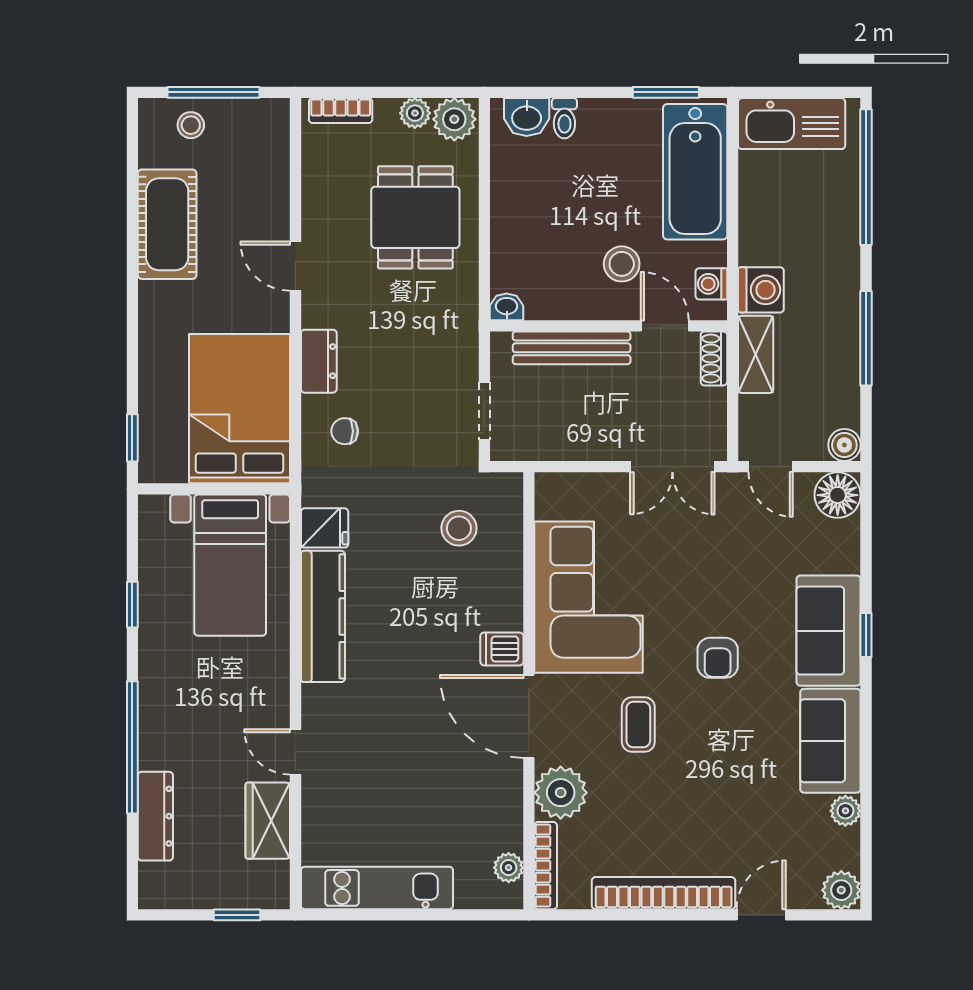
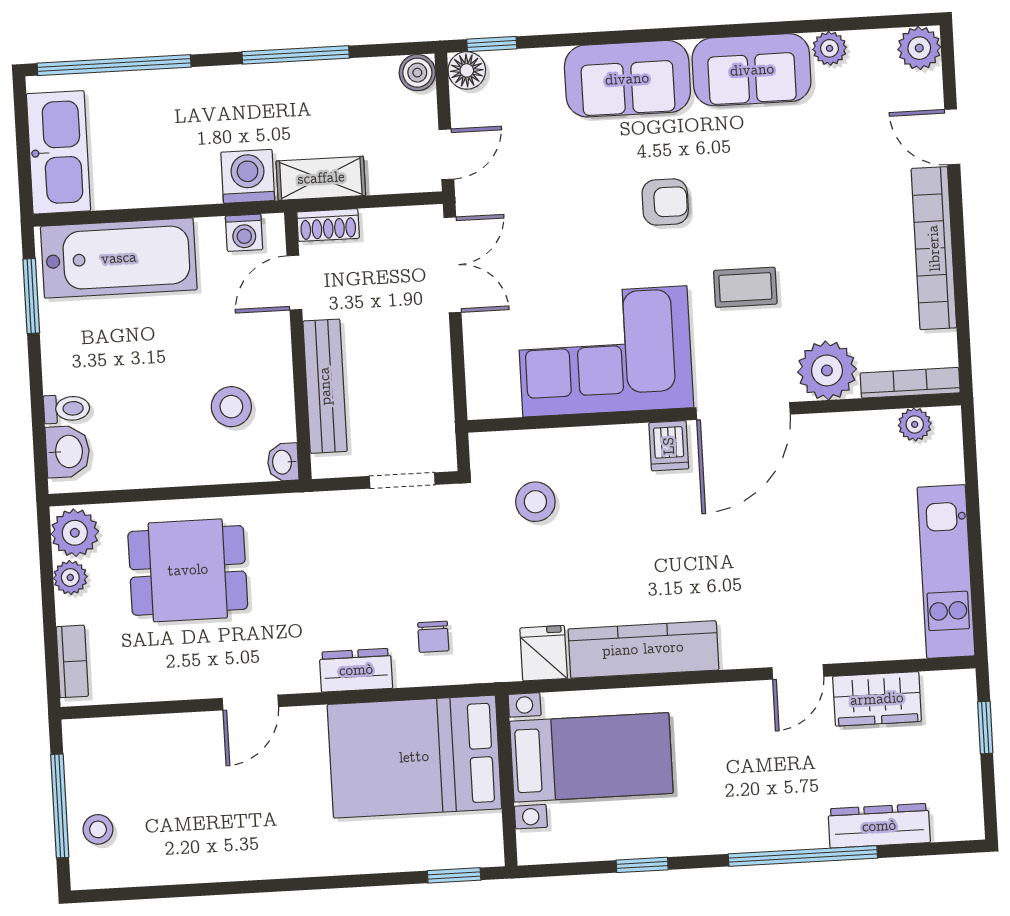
cot: (167, 224) -> (211, 850), removed
stool: (622, 264) -> (231, 407), moved
floor lamp: (838, 495) -> (467, 70), width x0.73, depth x0.73
window: (866, 635) -> (492, 44), moved

